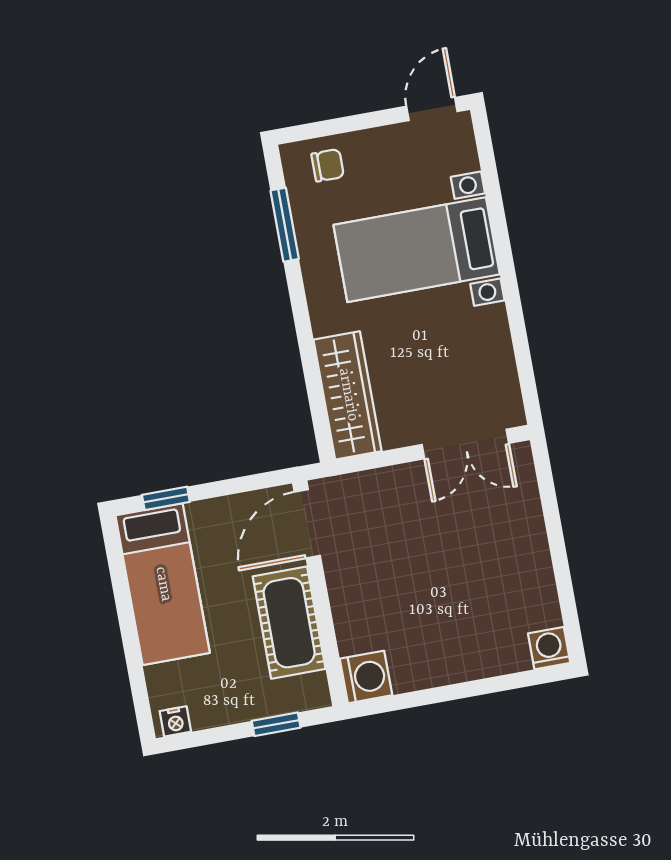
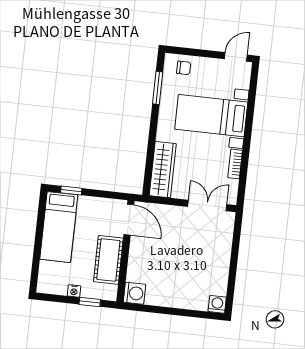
bookcase: (498, 337) -> (235, 164), added
double door: (465, 444) -> (207, 206), swing flipped
door: (307, 524) -> (129, 220), swing flipped
nightstand: (175, 721) -> (74, 291), moved

